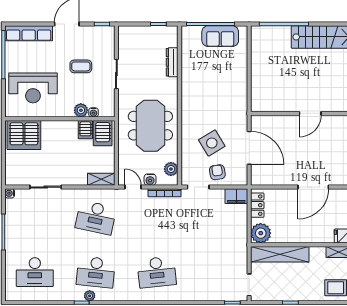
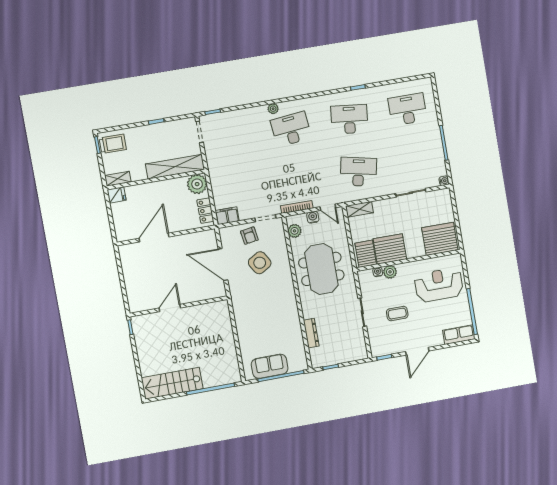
row of seats: (29, 33) -> (459, 335), width x0.68
server rack: (85, 130) -> (390, 249), width x2.18, depth x1.44
plant: (90, 296) -> (273, 109), moved

